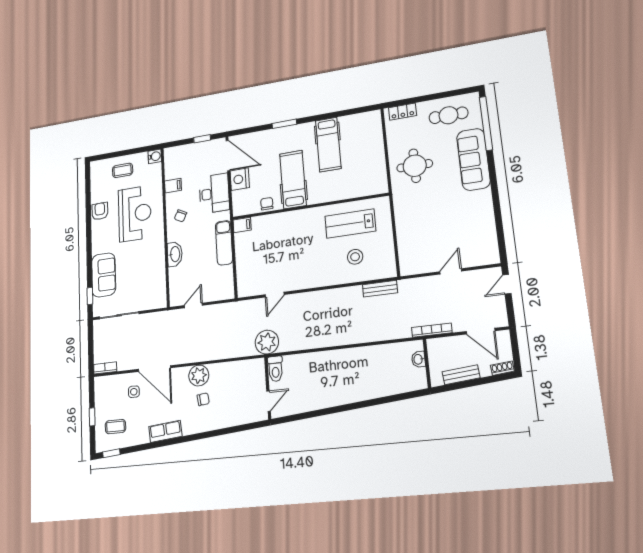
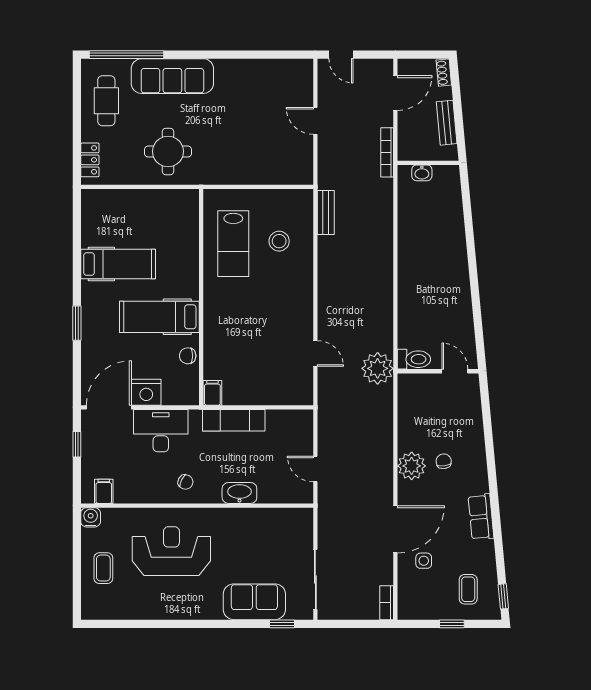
filing cabinet: (173, 186) -> (104, 491), moved
armchair: (100, 211) -> (159, 605), removed

